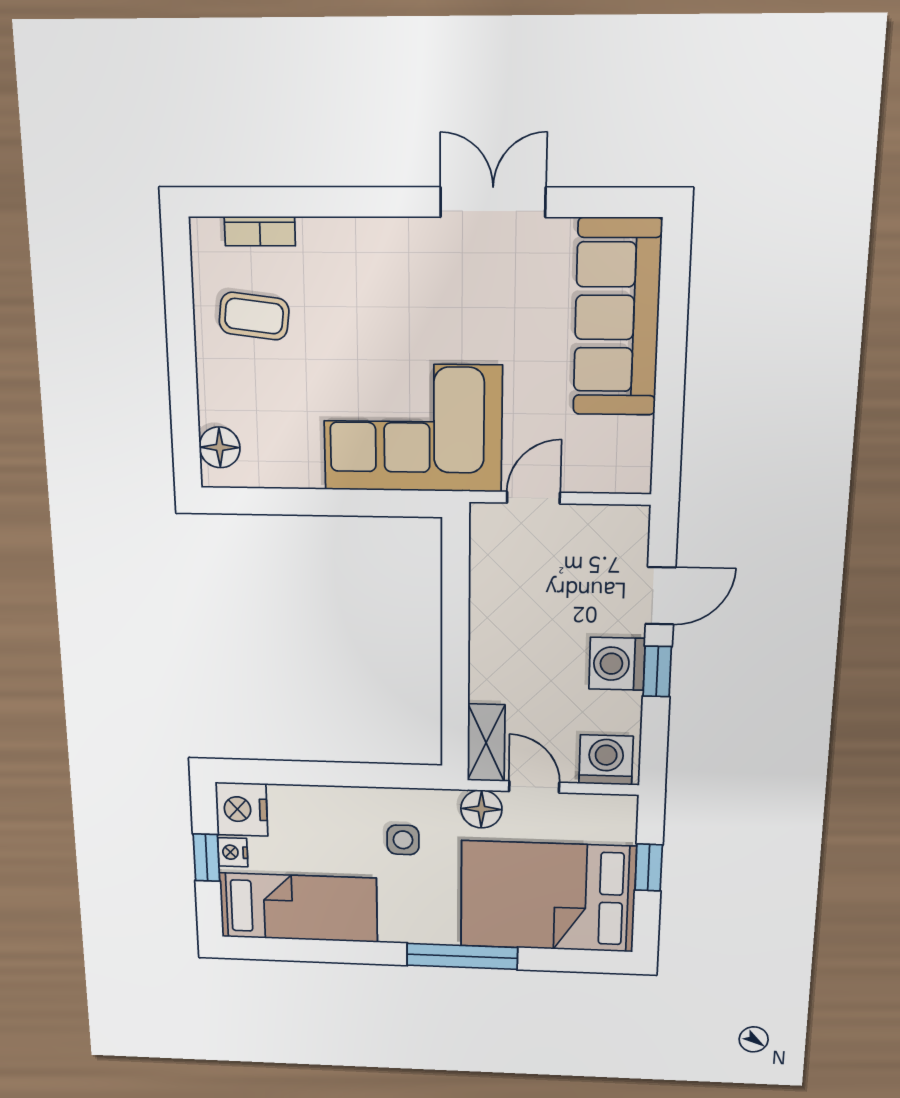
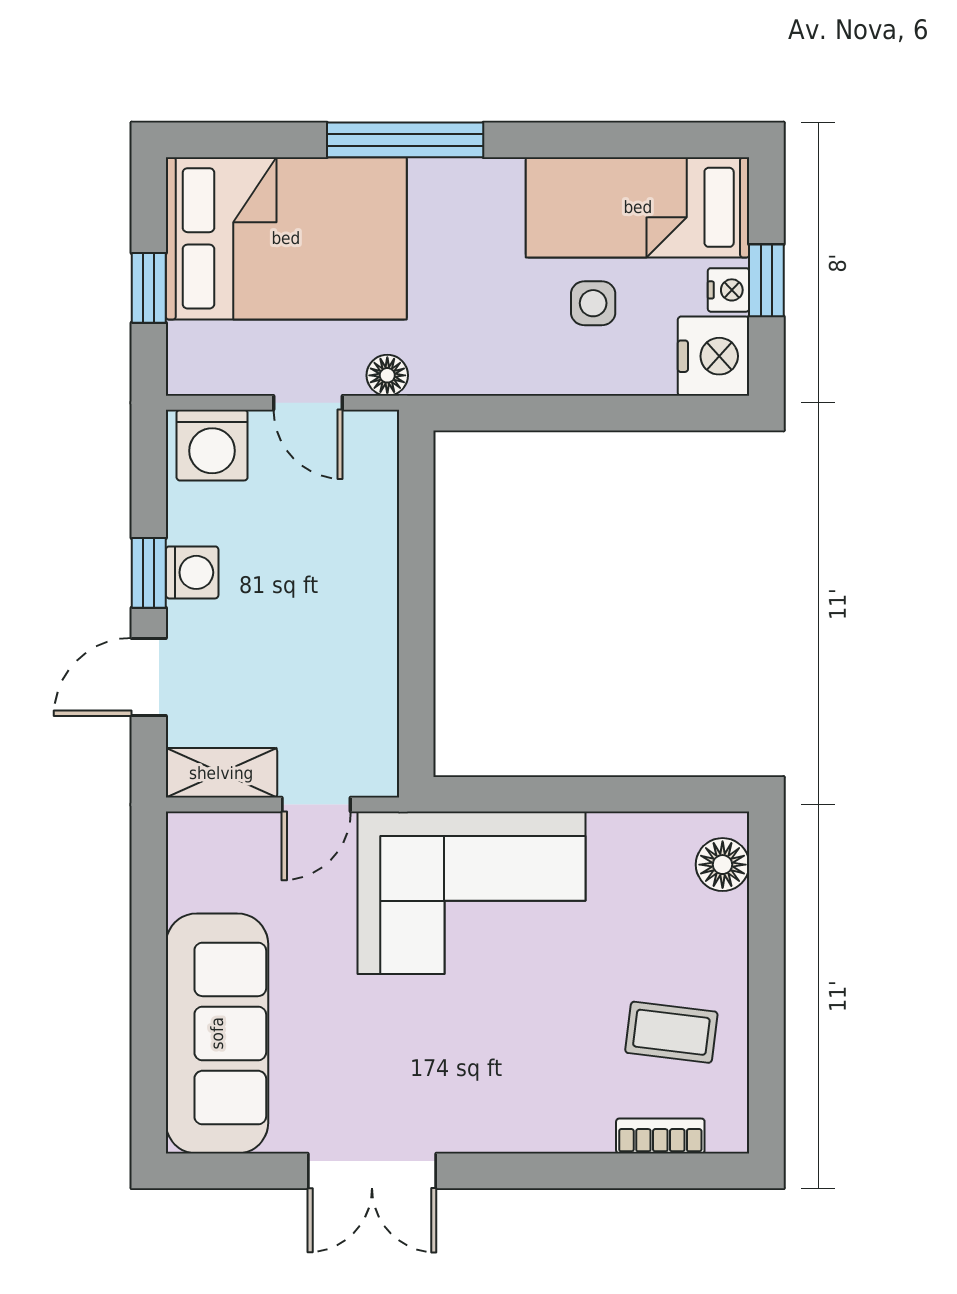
washing machine: (617, 664) -> (192, 572), width x0.73, depth x0.73
shelving: (486, 743) -> (221, 773), moved, turned 90
floor lamp: (481, 809) -> (387, 375), width x0.73, depth x0.73
side table: (403, 840) -> (593, 303), moved

